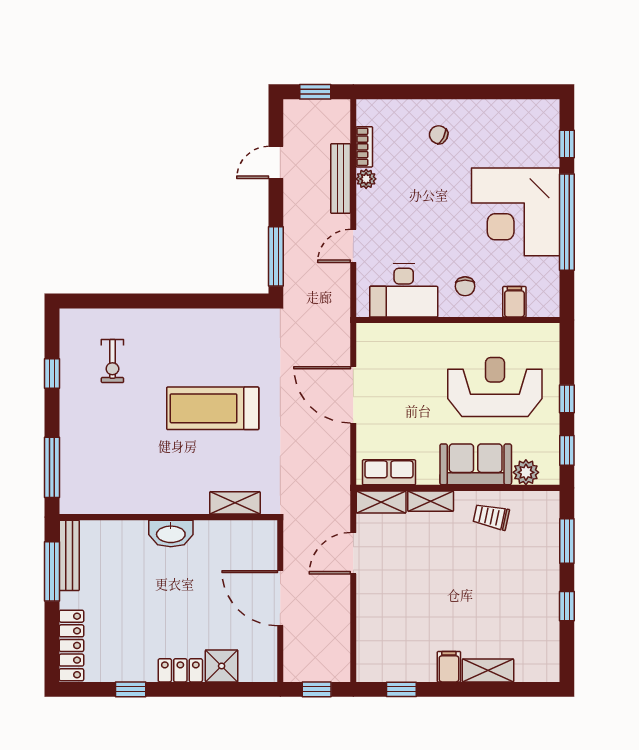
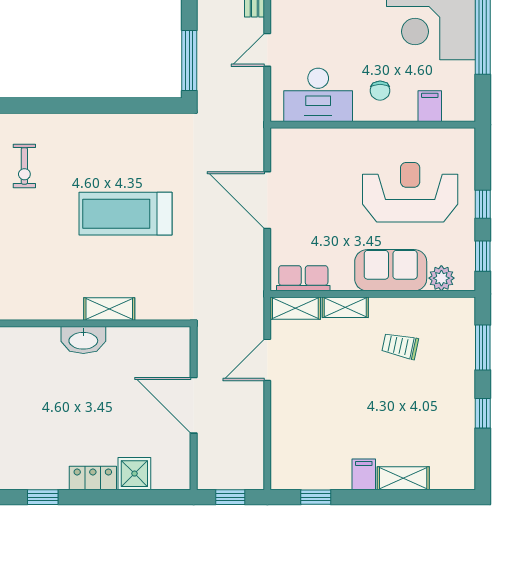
shelving: (235, 503) -> (109, 309), moved
trolley: (491, 517) -> (400, 346), moved

